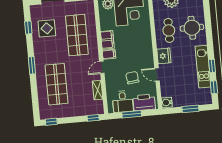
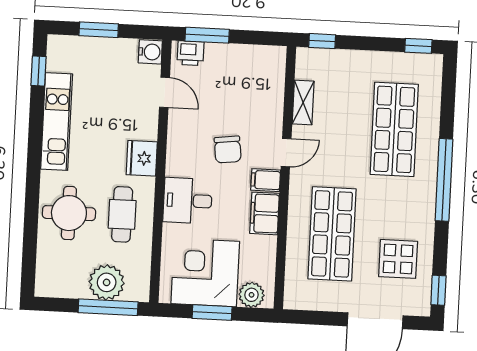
window: (28, 28) -> (438, 290), moved
window: (32, 65) -> (444, 180), width x2.11
window: (212, 66) -> (36, 120), removed
door: (157, 75) -> (164, 92), moved
chair: (132, 78) -> (228, 149), moved
desk: (123, 102) -> (188, 201), moved, turned -90
printer: (144, 102) -> (190, 53), width x0.53, depth x0.68
window: (132, 114) -> (207, 35), moved

